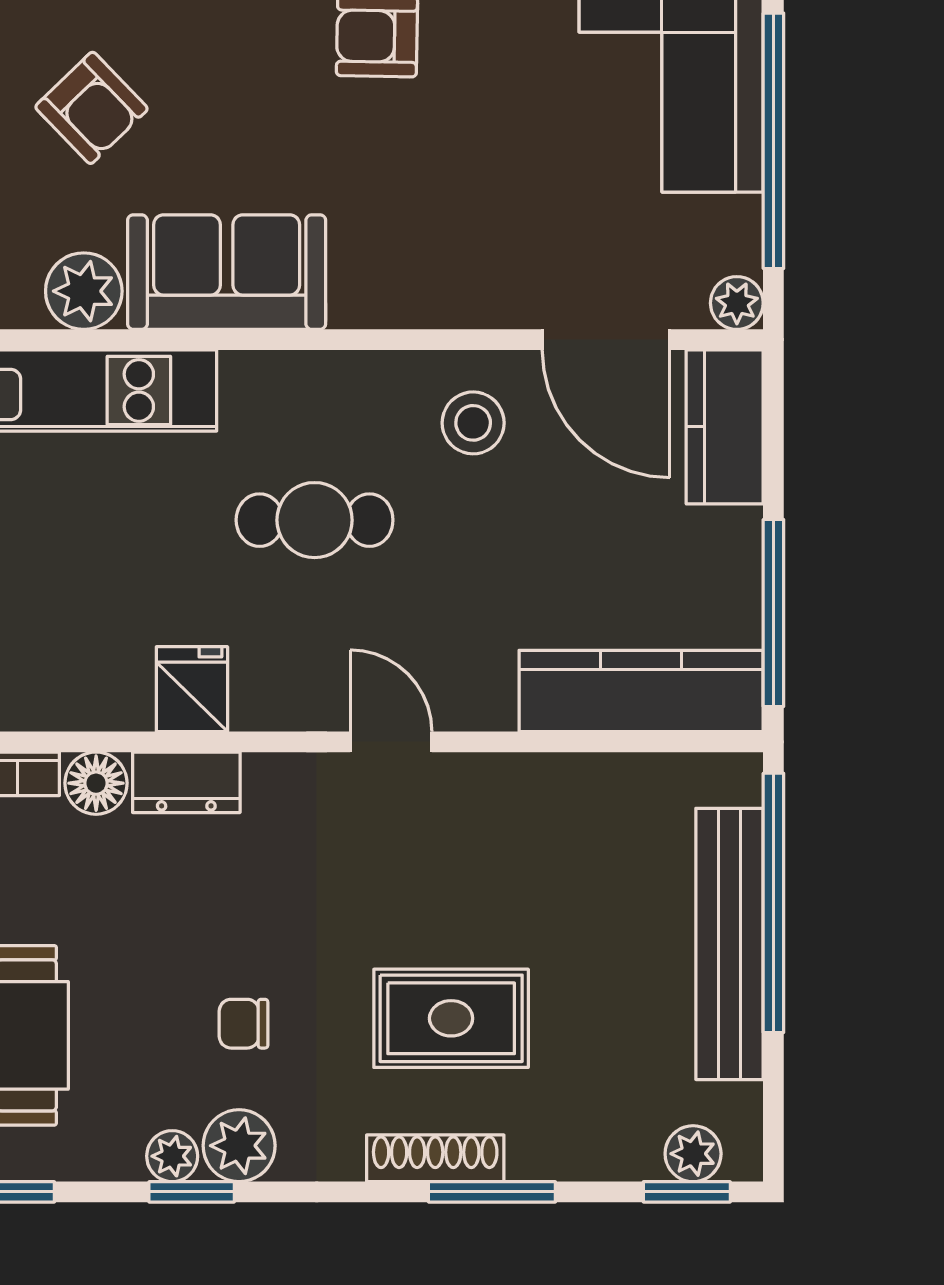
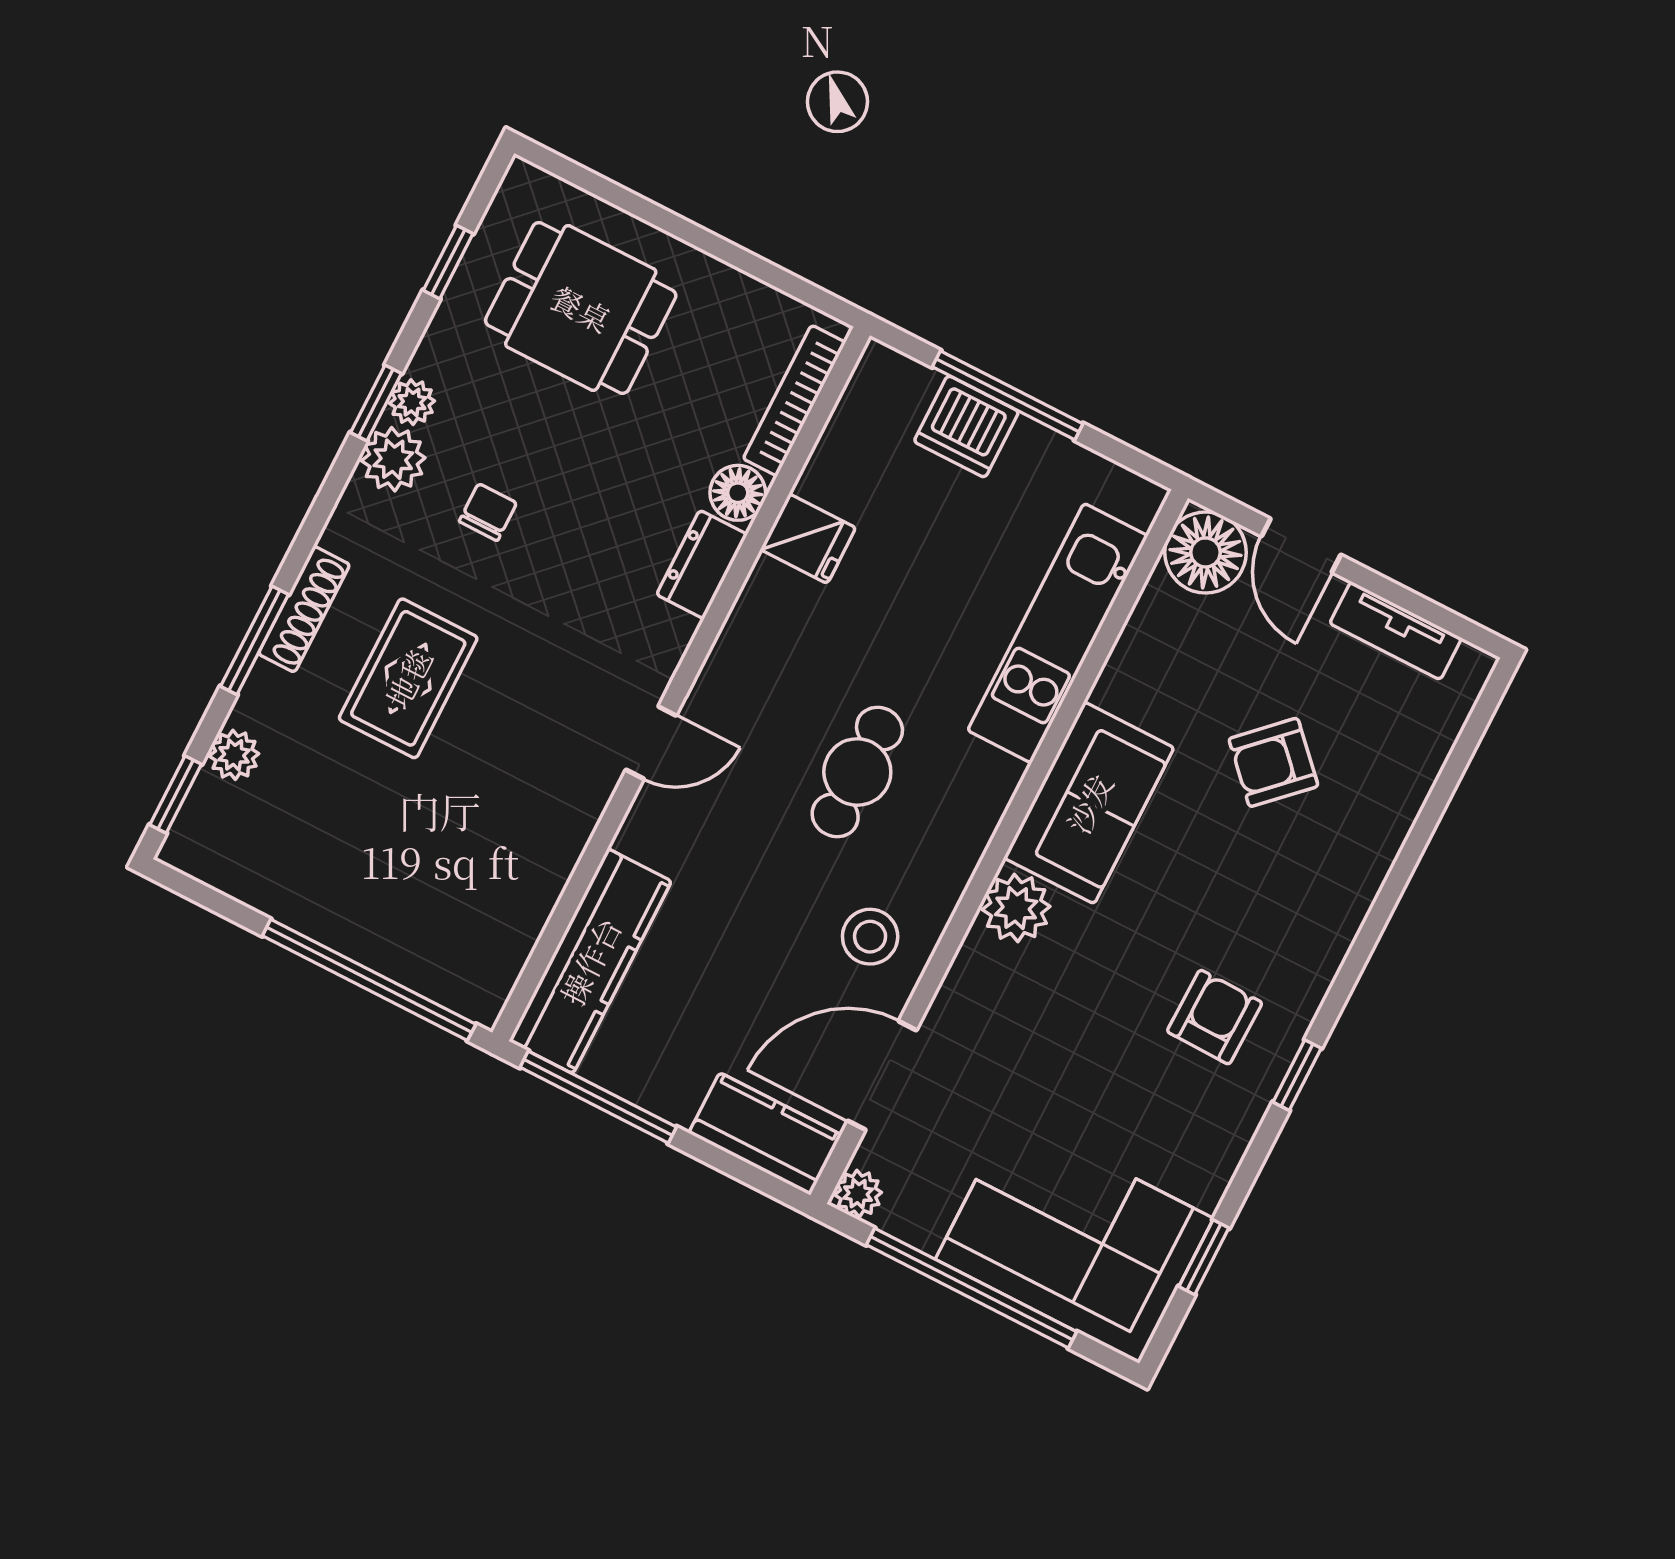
plant: (84, 291) -> (1016, 908), moved
fridge: (192, 689) -> (808, 539), moved
bench: (730, 944) -> (354, 929), removed
plant: (693, 1154) -> (234, 755), moved

